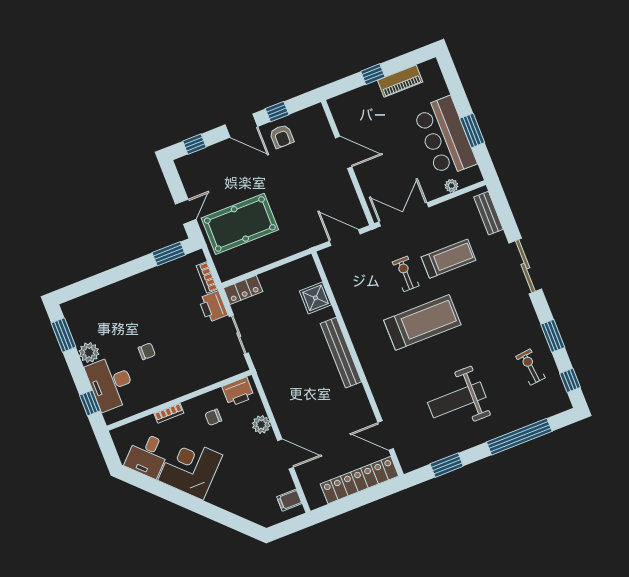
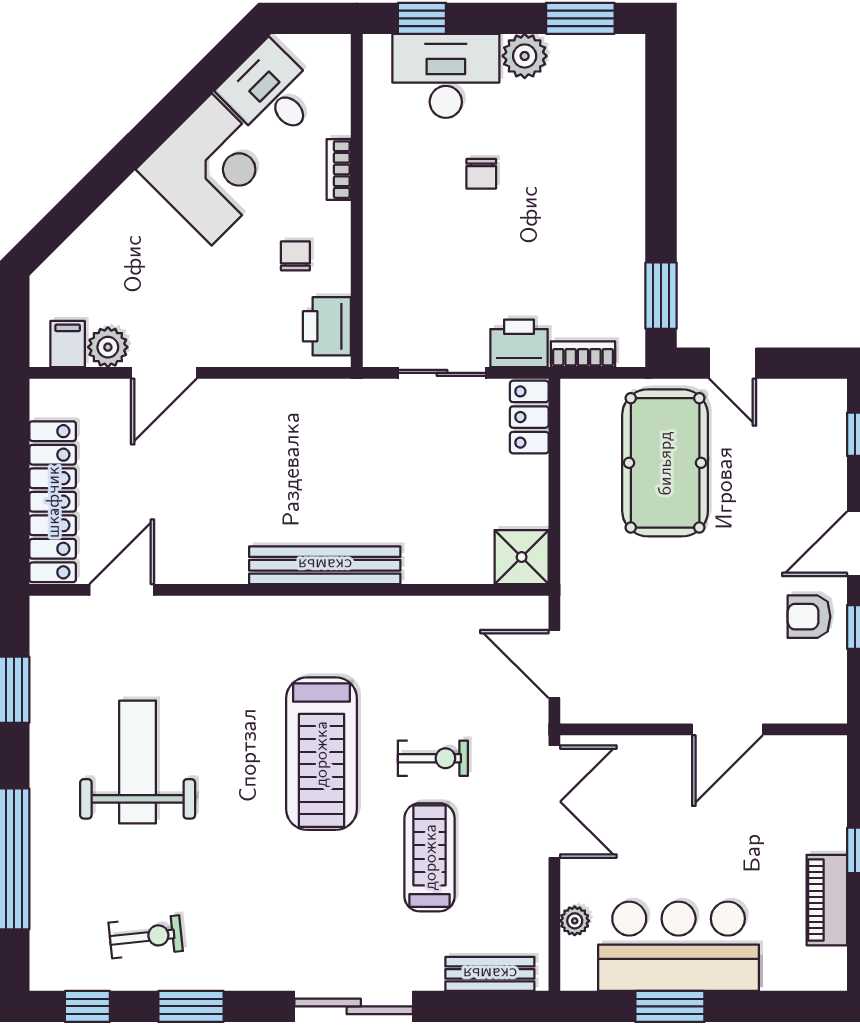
door: (345, 238) -> (554, 664), swing flipped
treadmill: (449, 259) -> (430, 857), turned 180
shower: (315, 298) -> (522, 557), moved
plant: (261, 424) -> (108, 347), moved

